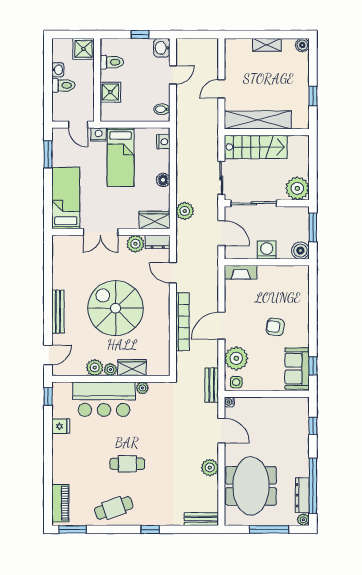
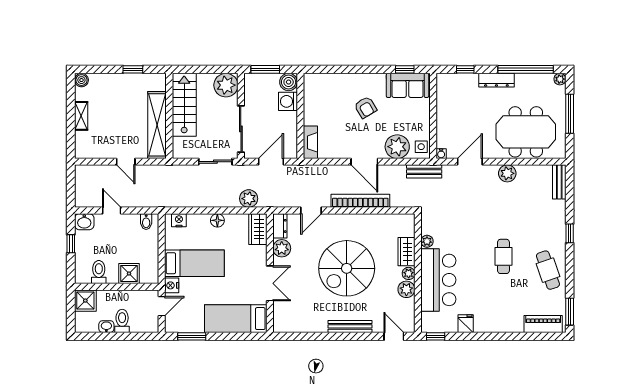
stairs: (256, 147) -> (184, 105), moved
washing machine: (267, 250) -> (288, 101), moved
armchair: (275, 327) -> (365, 107), turned -40
dresser: (302, 495) -> (496, 80), moved

